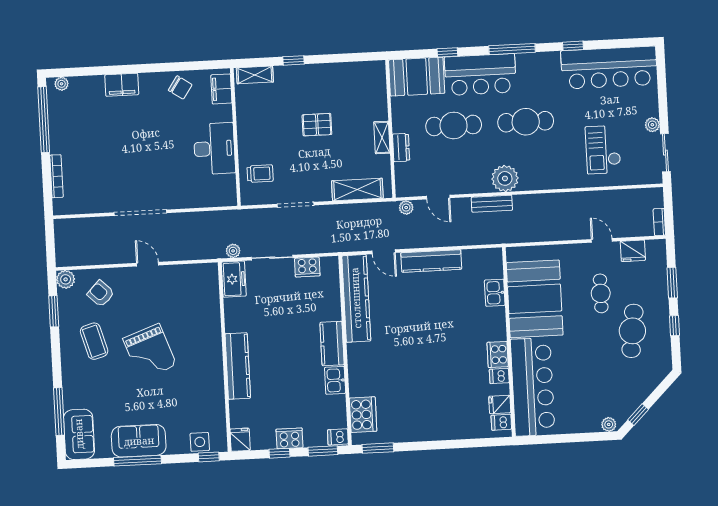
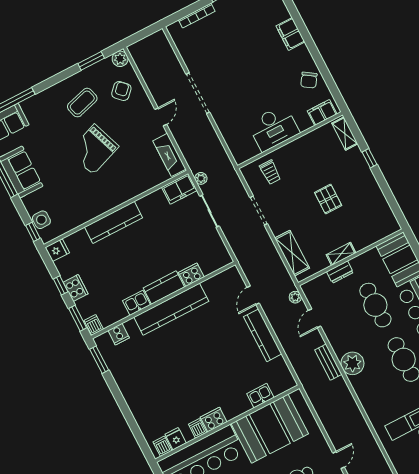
cooker: (307, 267) -> (191, 275), moved, turned 90
fireplace: (193, 273) -> (169, 155), added
kitchen counter: (356, 298) -> (171, 309), moved
cooker: (363, 415) -> (119, 334), width x0.53, depth x0.76

